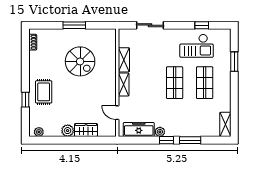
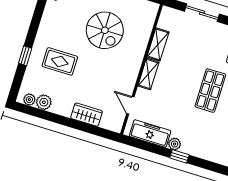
rug: (44, 92) -> (60, 61), moved, turned 90
plant: (68, 131) -> (44, 102), moved
window: (190, 140) -> (208, 165), removed

